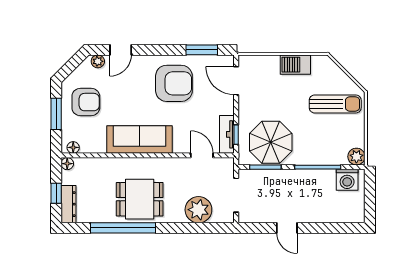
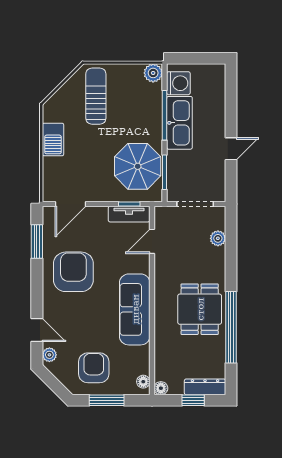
kitchen sink: (311, 181) -> (179, 123), added
plant: (198, 210) -> (218, 238), width x0.53, depth x0.53

